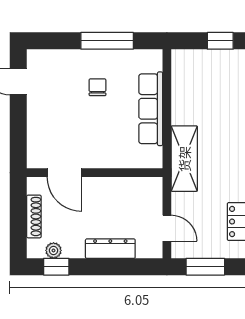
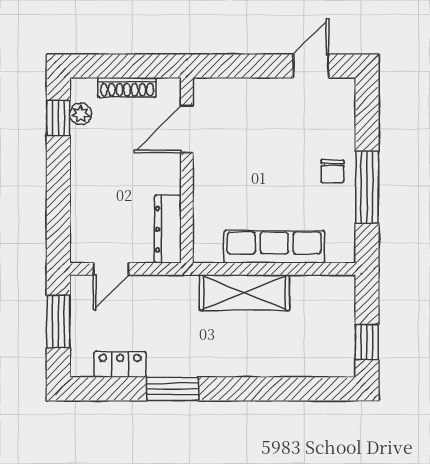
chair: (97, 87) -> (333, 171), moved, turned 90
shelving: (184, 159) -> (244, 293), moved
dresser: (110, 249) -> (168, 229), moved, turned 180

